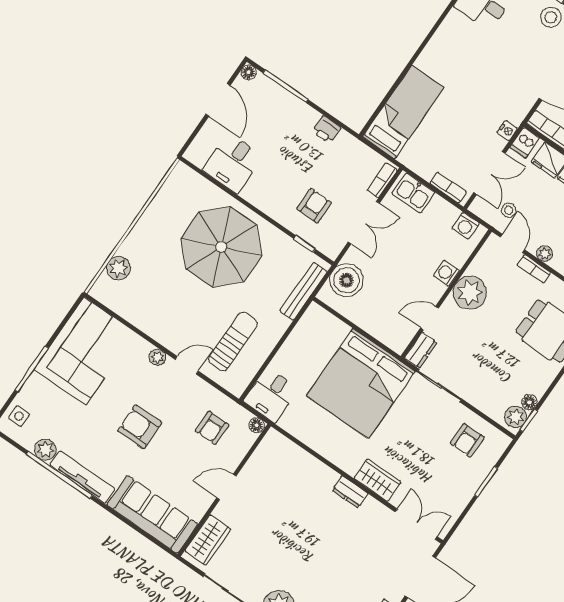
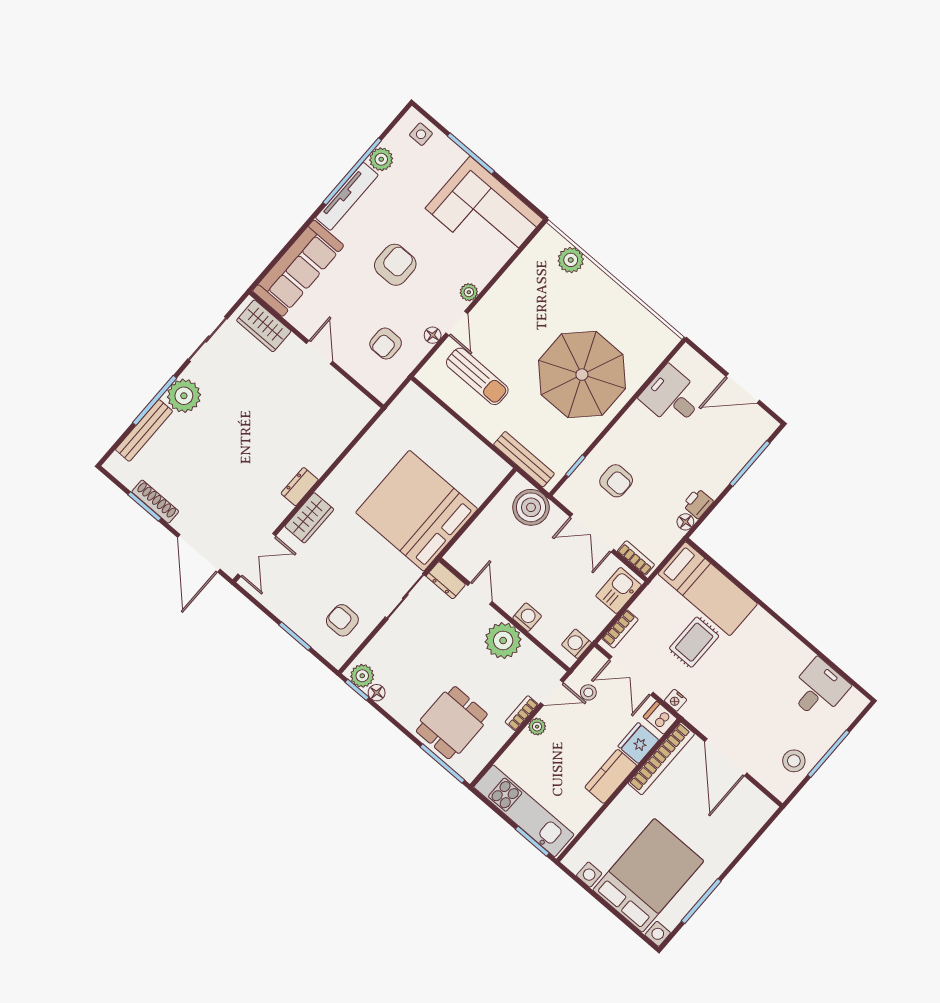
floor lamp: (249, 72) -> (685, 522), moved
rug: (453, 119) -> (694, 642), added
desk: (271, 395) -> (415, 412), removed
floor lamp: (257, 425) -> (433, 335), moved
armchair: (212, 428) -> (386, 344), turned -90

